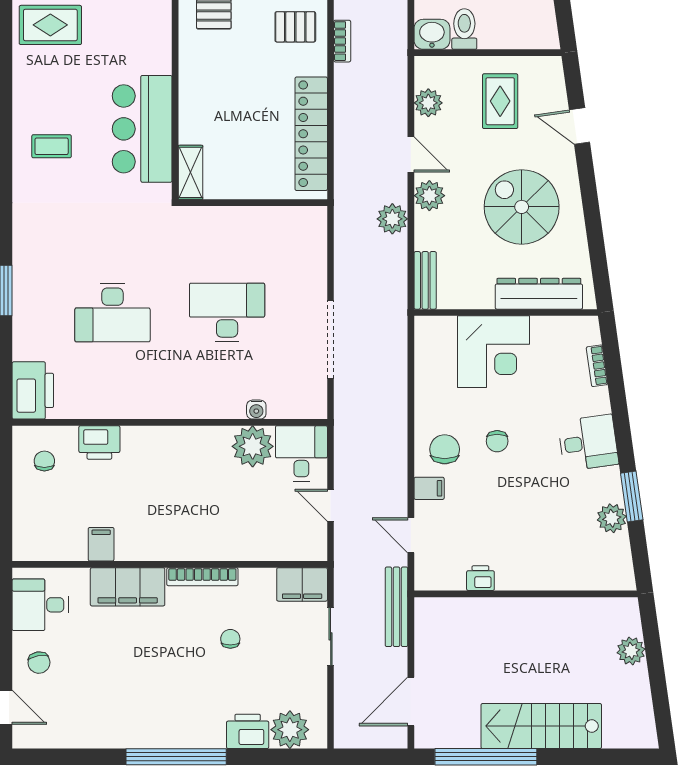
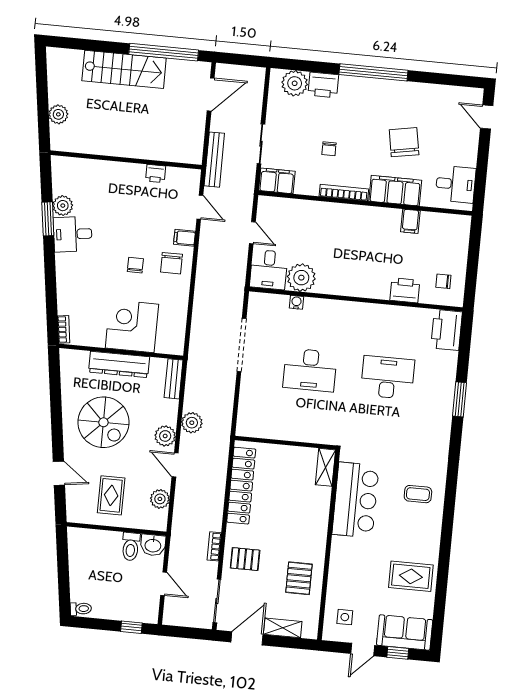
dresser: (539, 294) -> (119, 364), moved
bookcase: (597, 366) -> (64, 329), moved
desk: (588, 443) -> (73, 234), moved
chair: (44, 461) -> (443, 281), turned 90
chair: (39, 663) -> (404, 142), moved, width x1.87, depth x1.87

